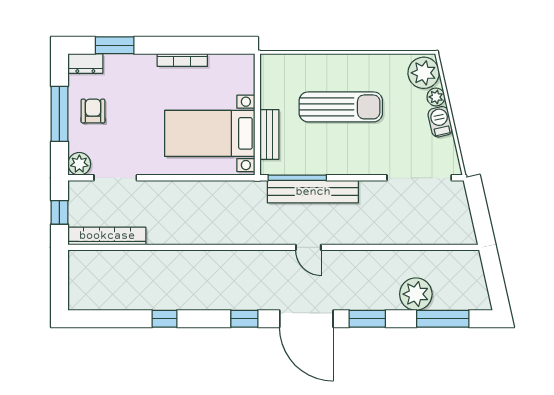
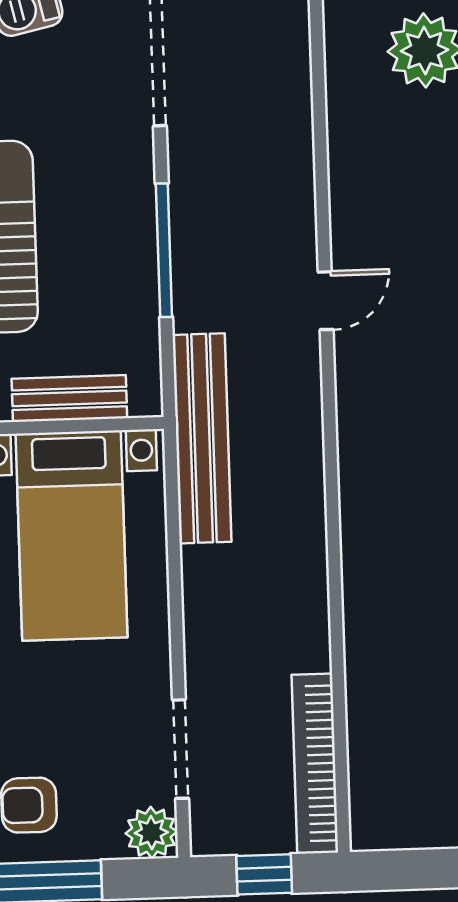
window: (297, 178) -> (164, 250), moved
bench: (313, 192) -> (202, 438), moved

